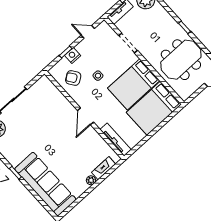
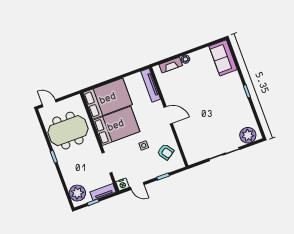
nightstand: (73, 55) -> (122, 184), moved
door: (86, 116) -> (168, 115), hinge flipped
sofa: (45, 184) -> (223, 58), width x0.54, depth x0.79

